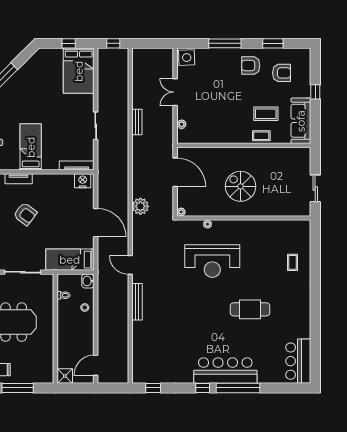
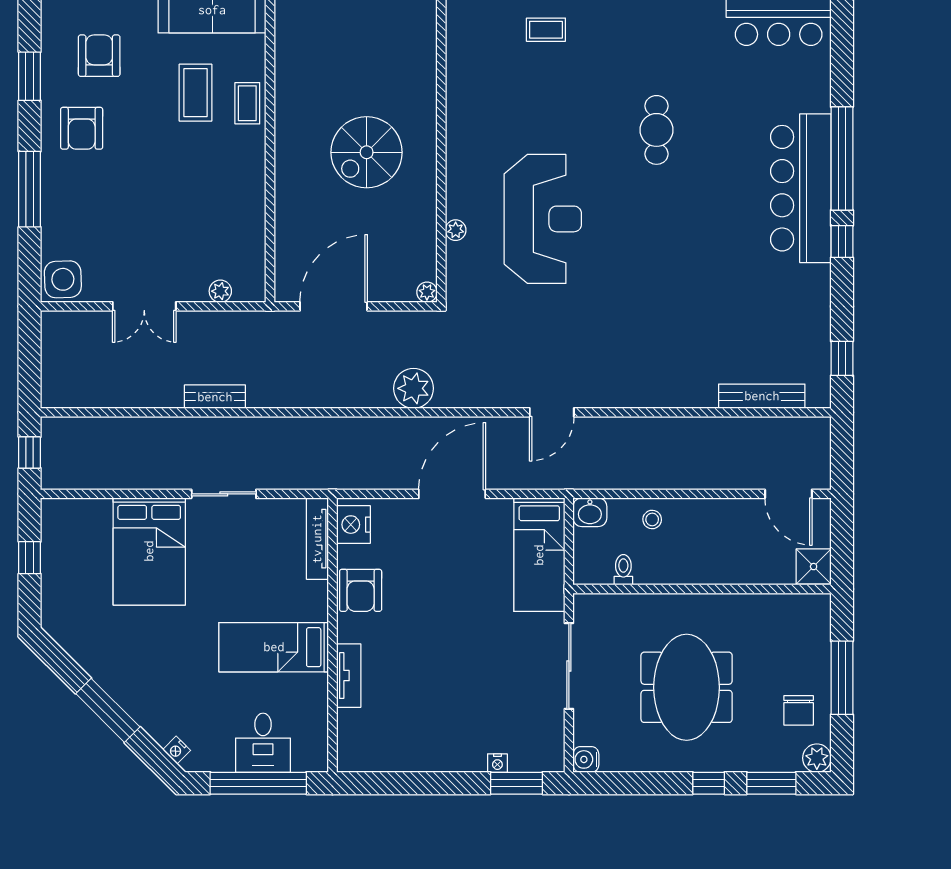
bed: (79, 71) -> (149, 551), moved, turned 90
armchair: (25, 214) -> (361, 590), moved, turned 143
bench: (137, 302) -> (762, 396), moved
cafe table: (250, 309) -> (656, 130), width x0.73, depth x0.74

